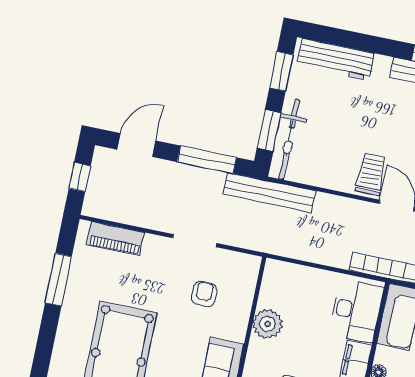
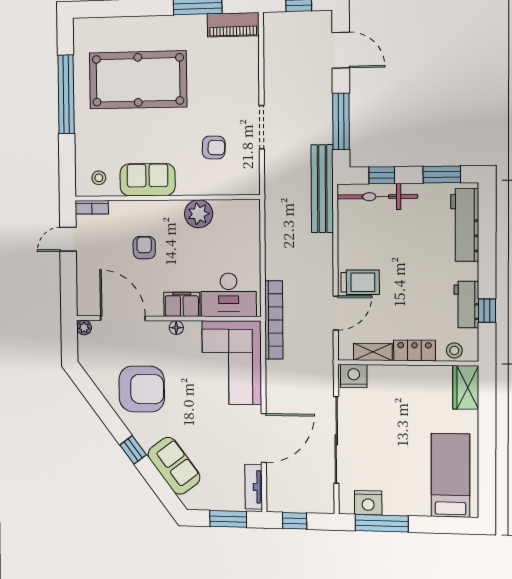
window: (269, 131) -> (382, 175), width x0.67
piano: (116, 239) -> (233, 25), moved, turned -90

